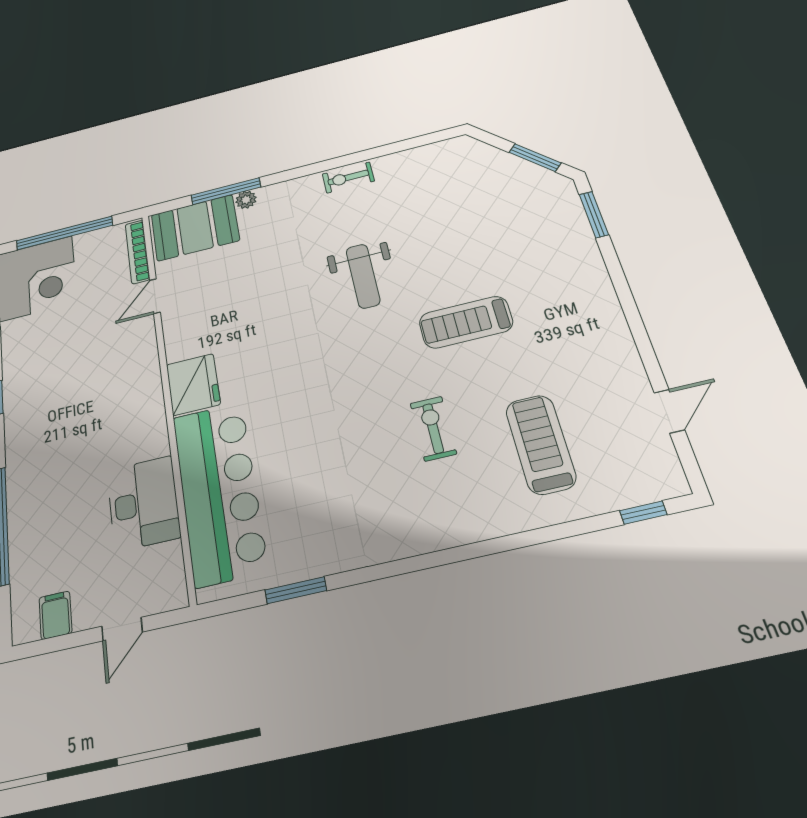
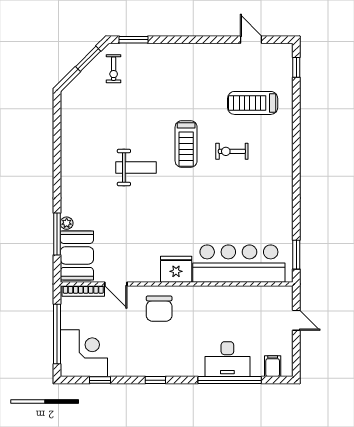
exercise bike: (348, 178) -> (114, 69), moved
treadmill: (466, 322) -> (186, 144), moved
chair: (120, 374) -> (159, 309), added
desk: (143, 503) -> (227, 359), moved, turned 180
window: (296, 590) -> (296, 255), moved
filing cabinet: (55, 615) -> (273, 366), moved, turned 90

